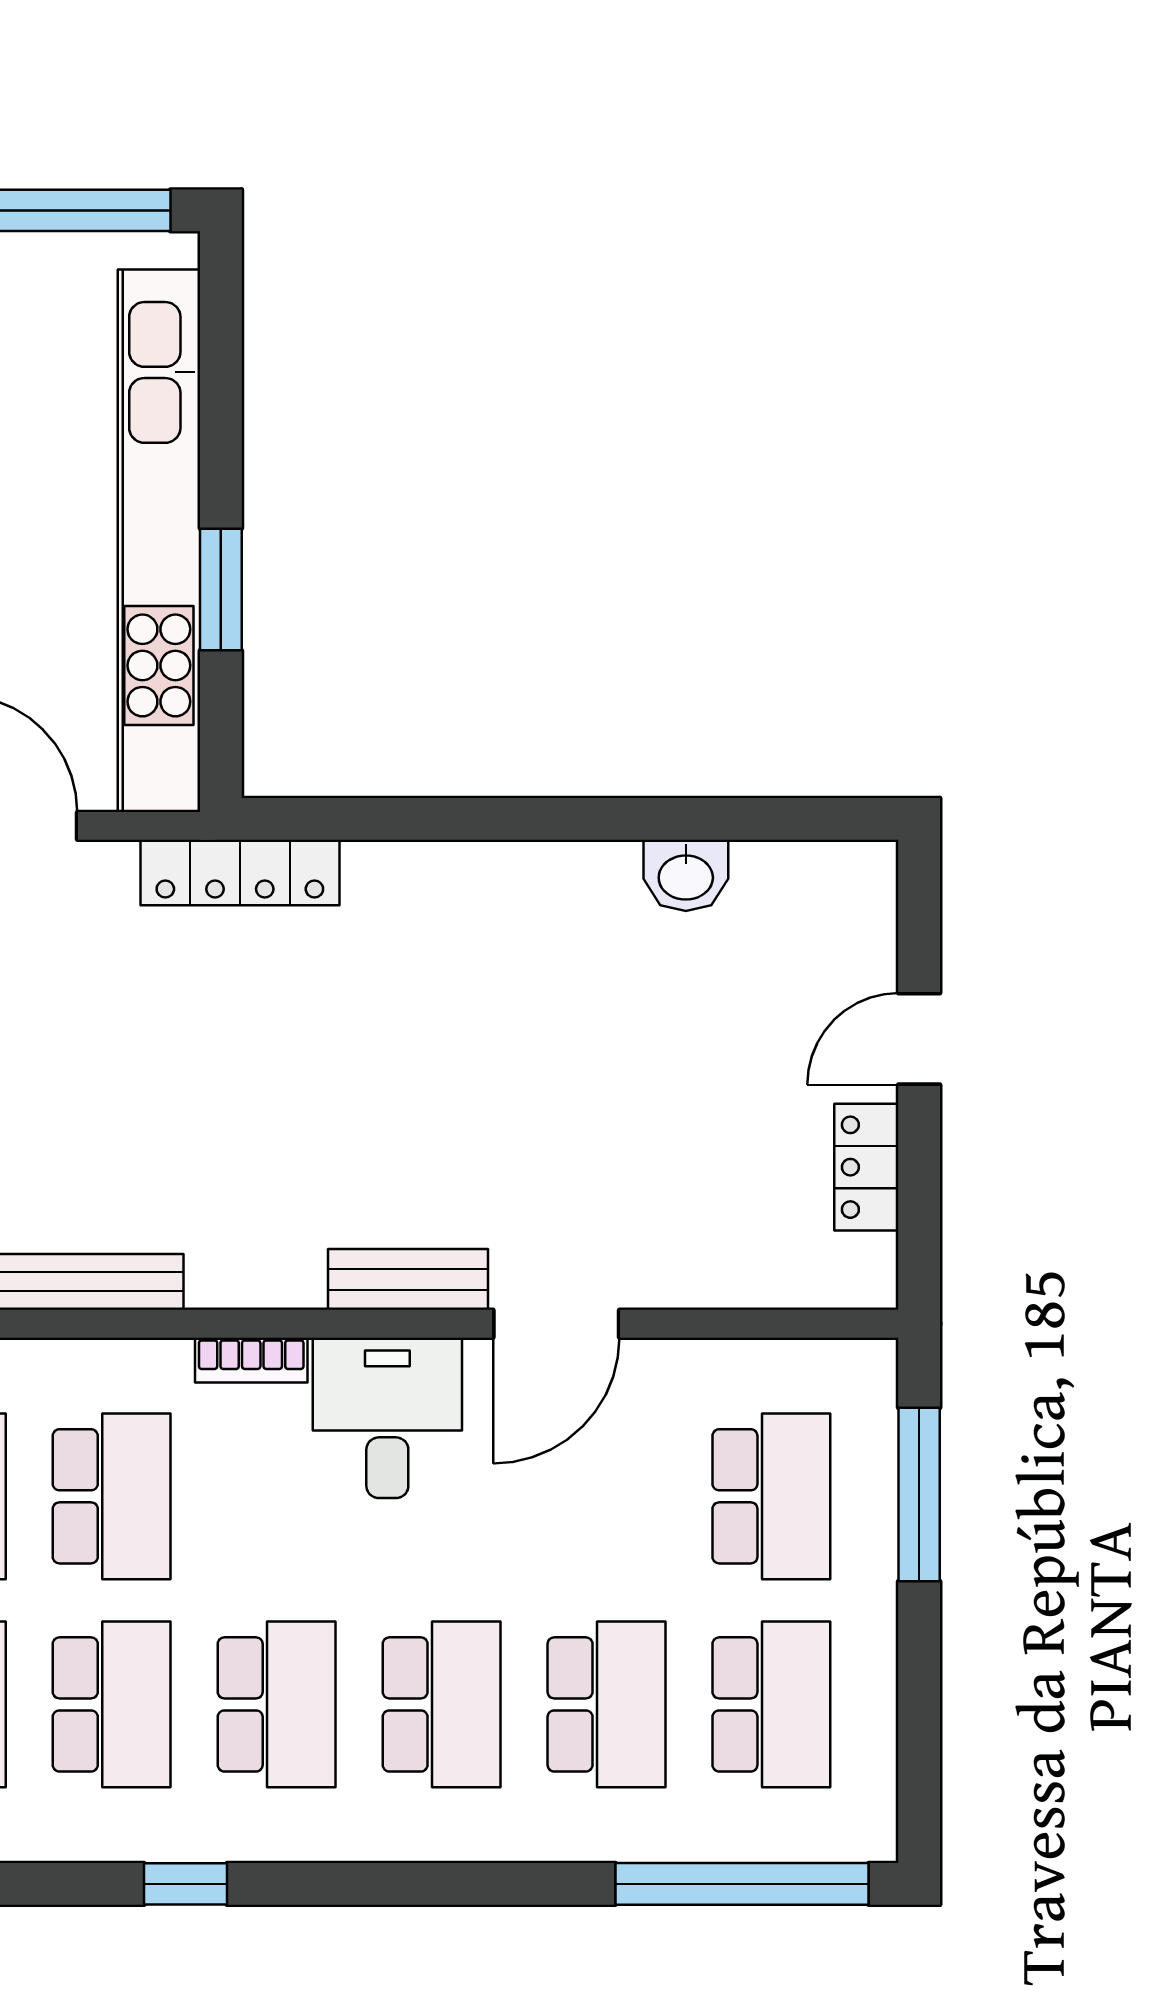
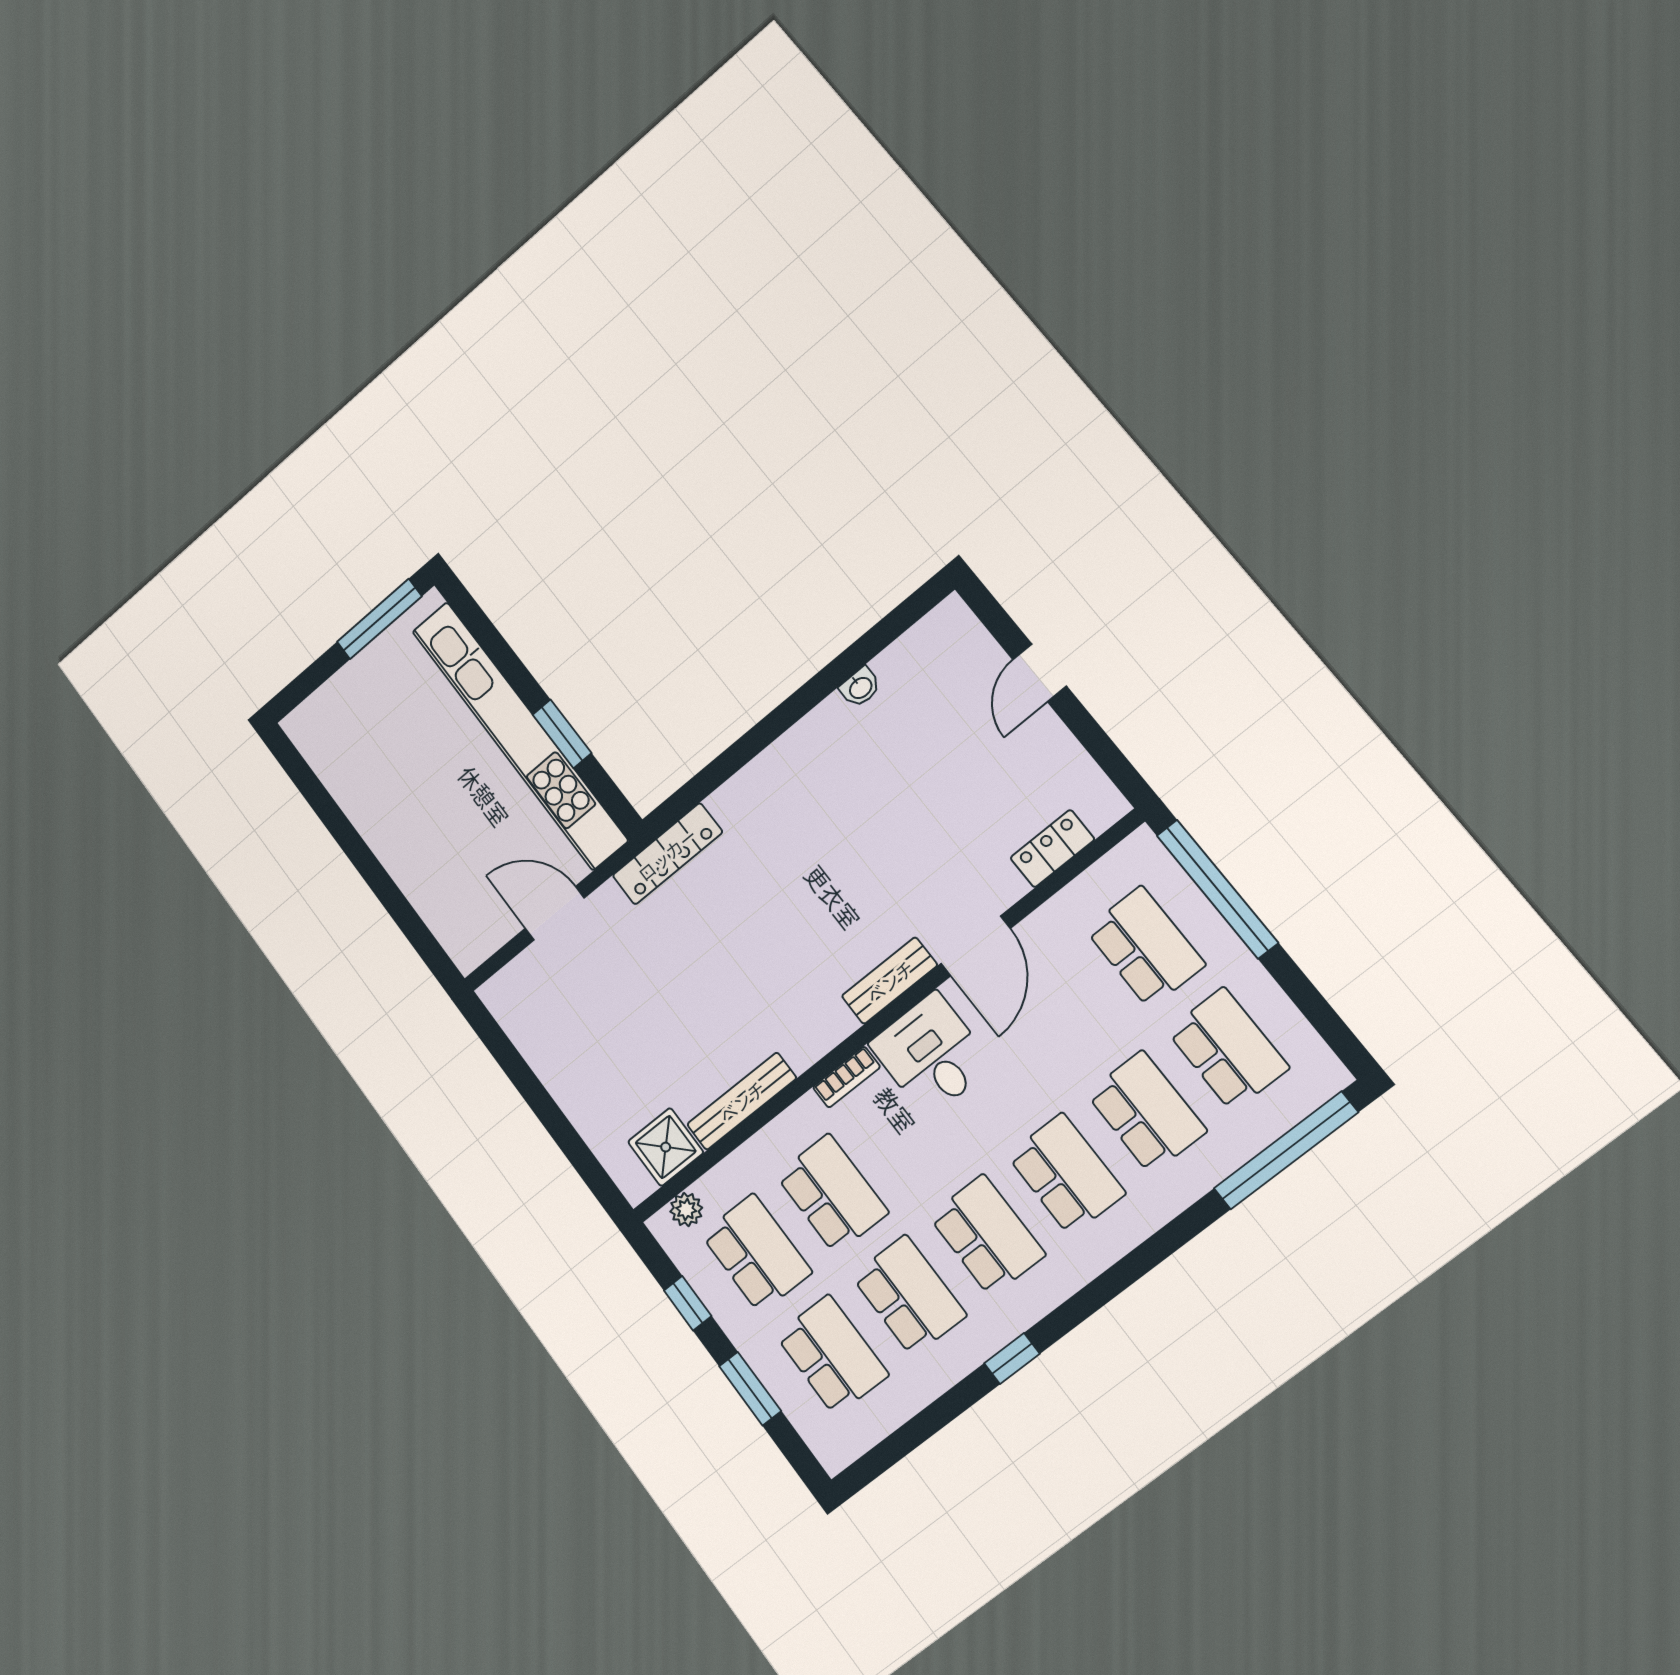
washbasin: (686, 875) -> (860, 687), width x0.72, depth x0.69
locker: (866, 1167) -> (1052, 849), moved, turned 90
window: (919, 1495) -> (1217, 889), width x1.46

